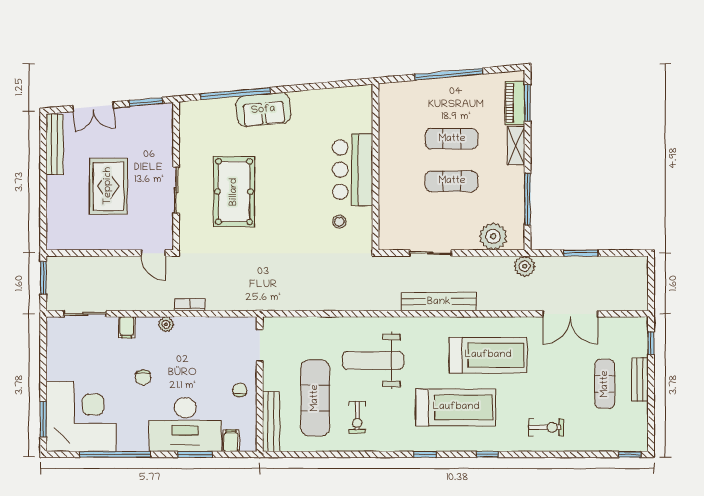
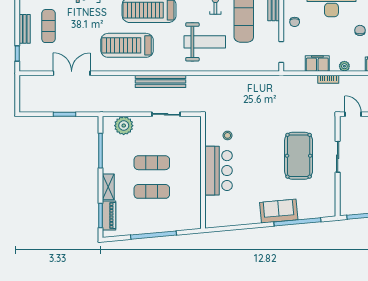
plant: (525, 266) -> (102, 105), removed
filing cabinet: (206, 328) -> (317, 63), added

